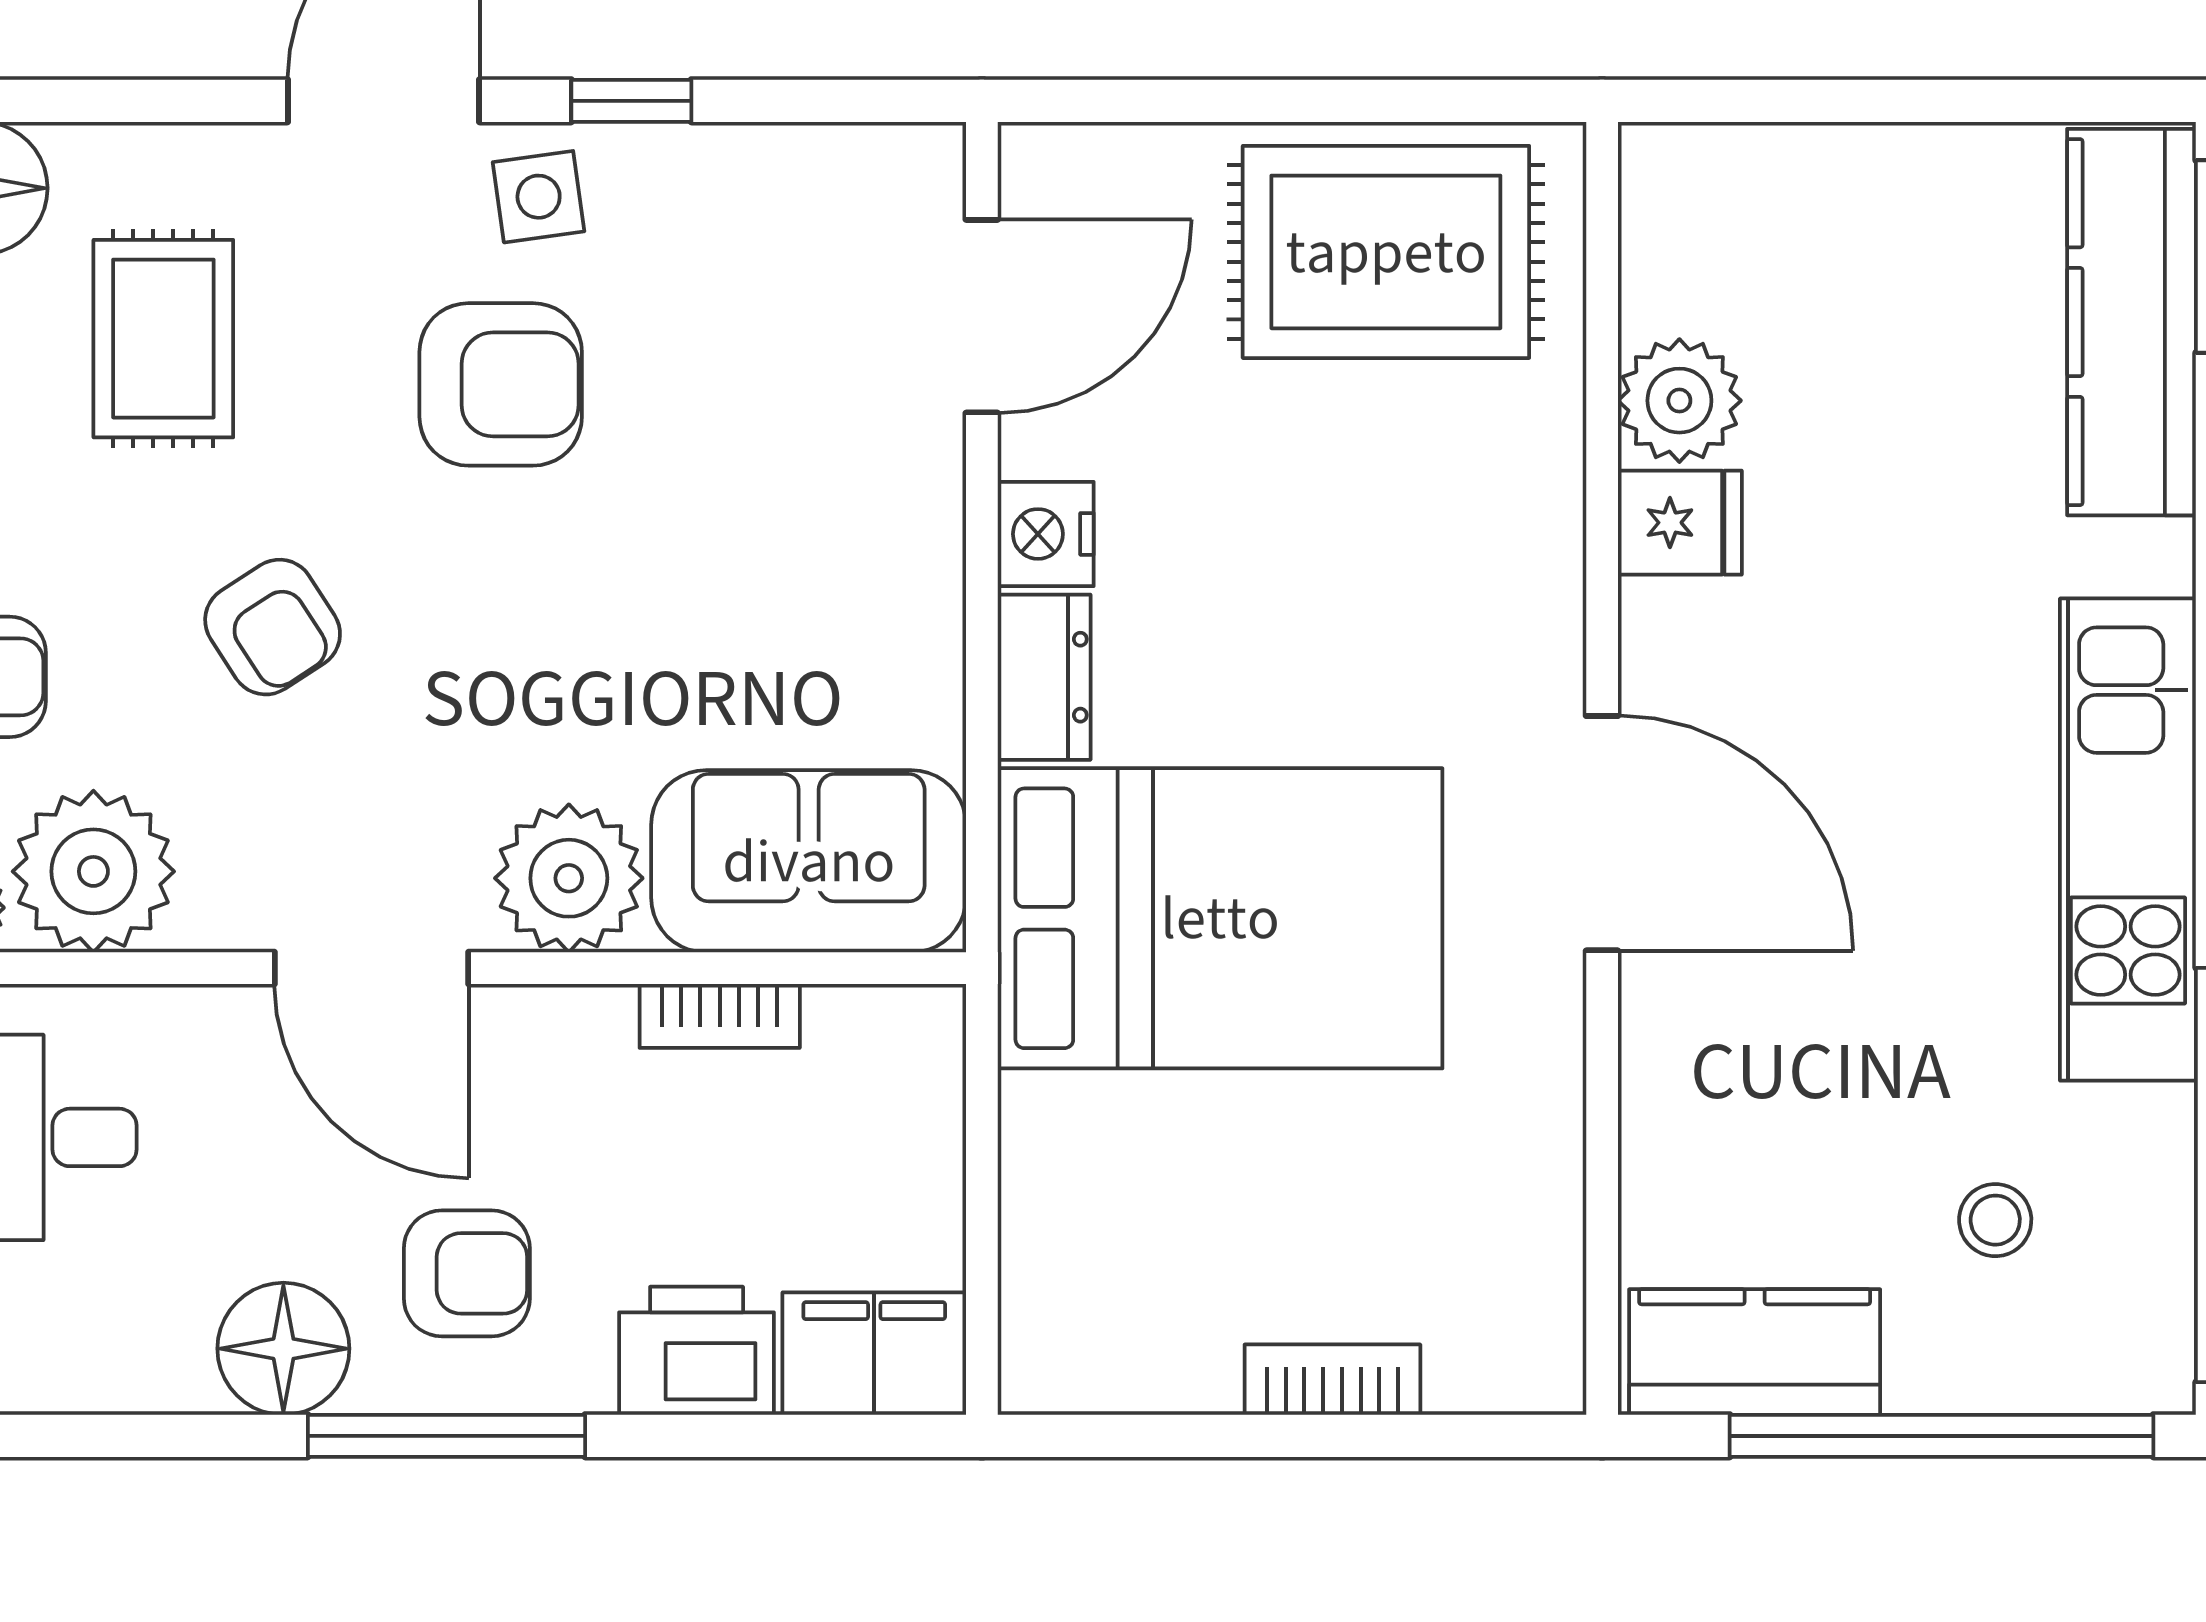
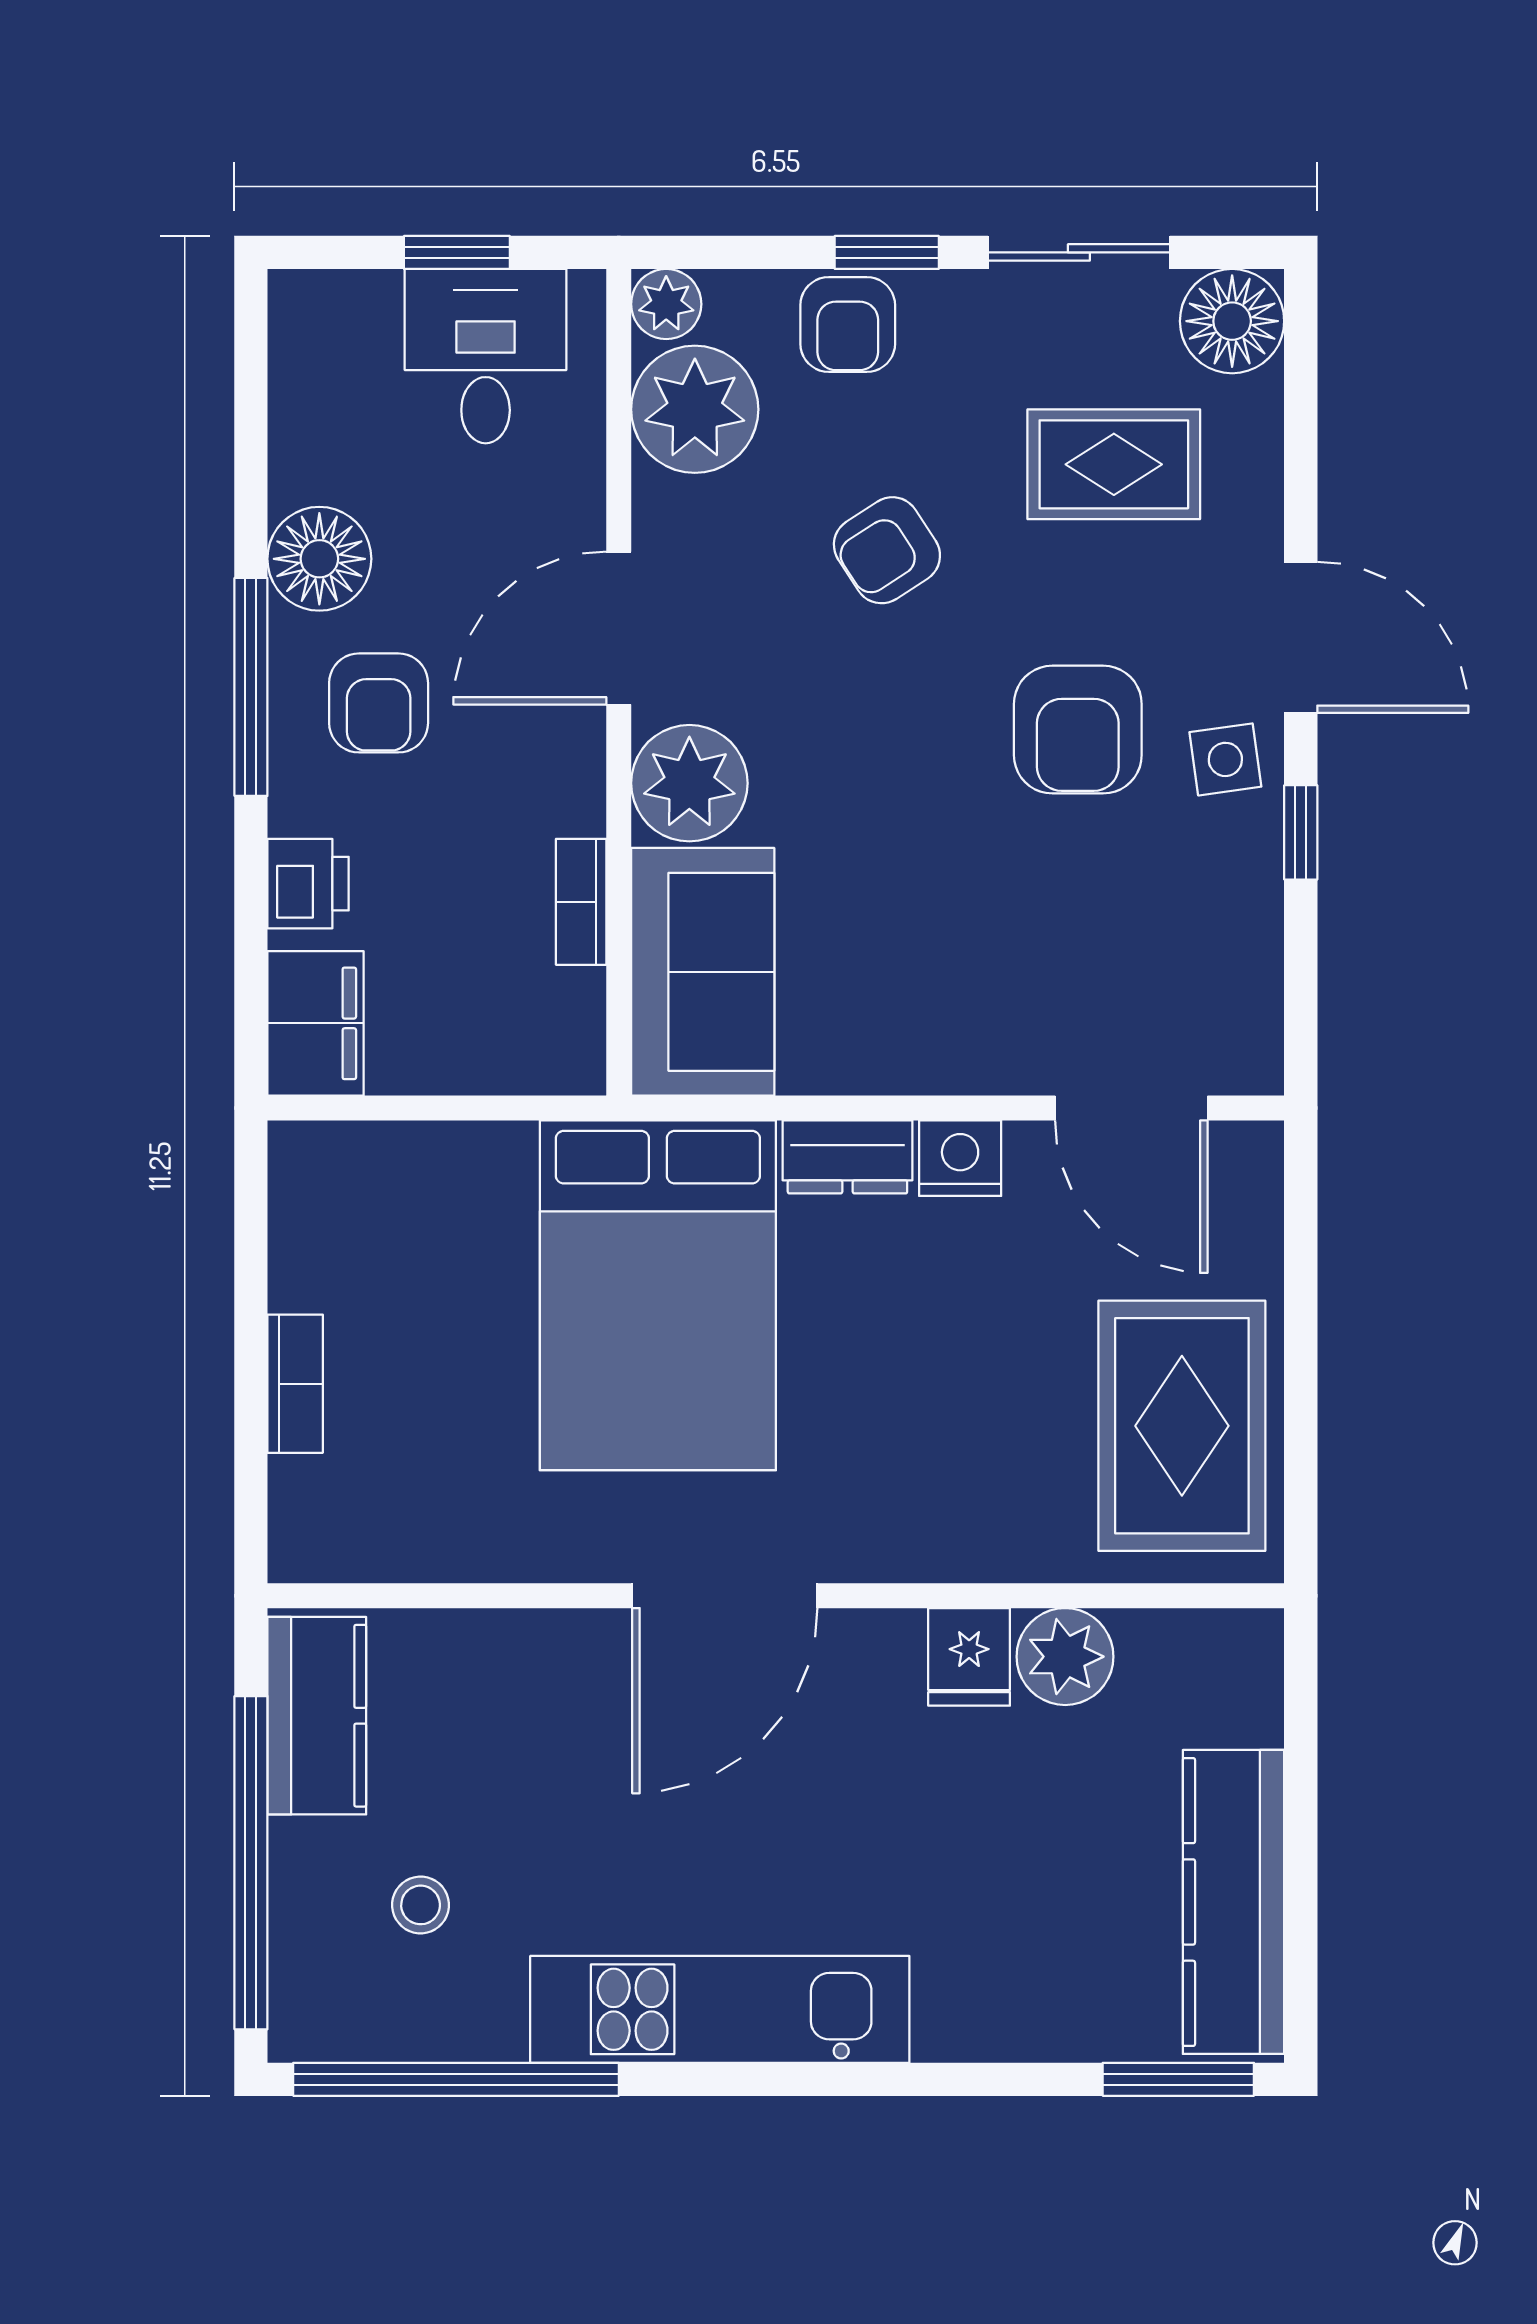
kitchen counter: (2131, 322) -> (1234, 1902), moved, turned -90
printer: (697, 1351) -> (308, 884), width x0.73, depth x0.81

